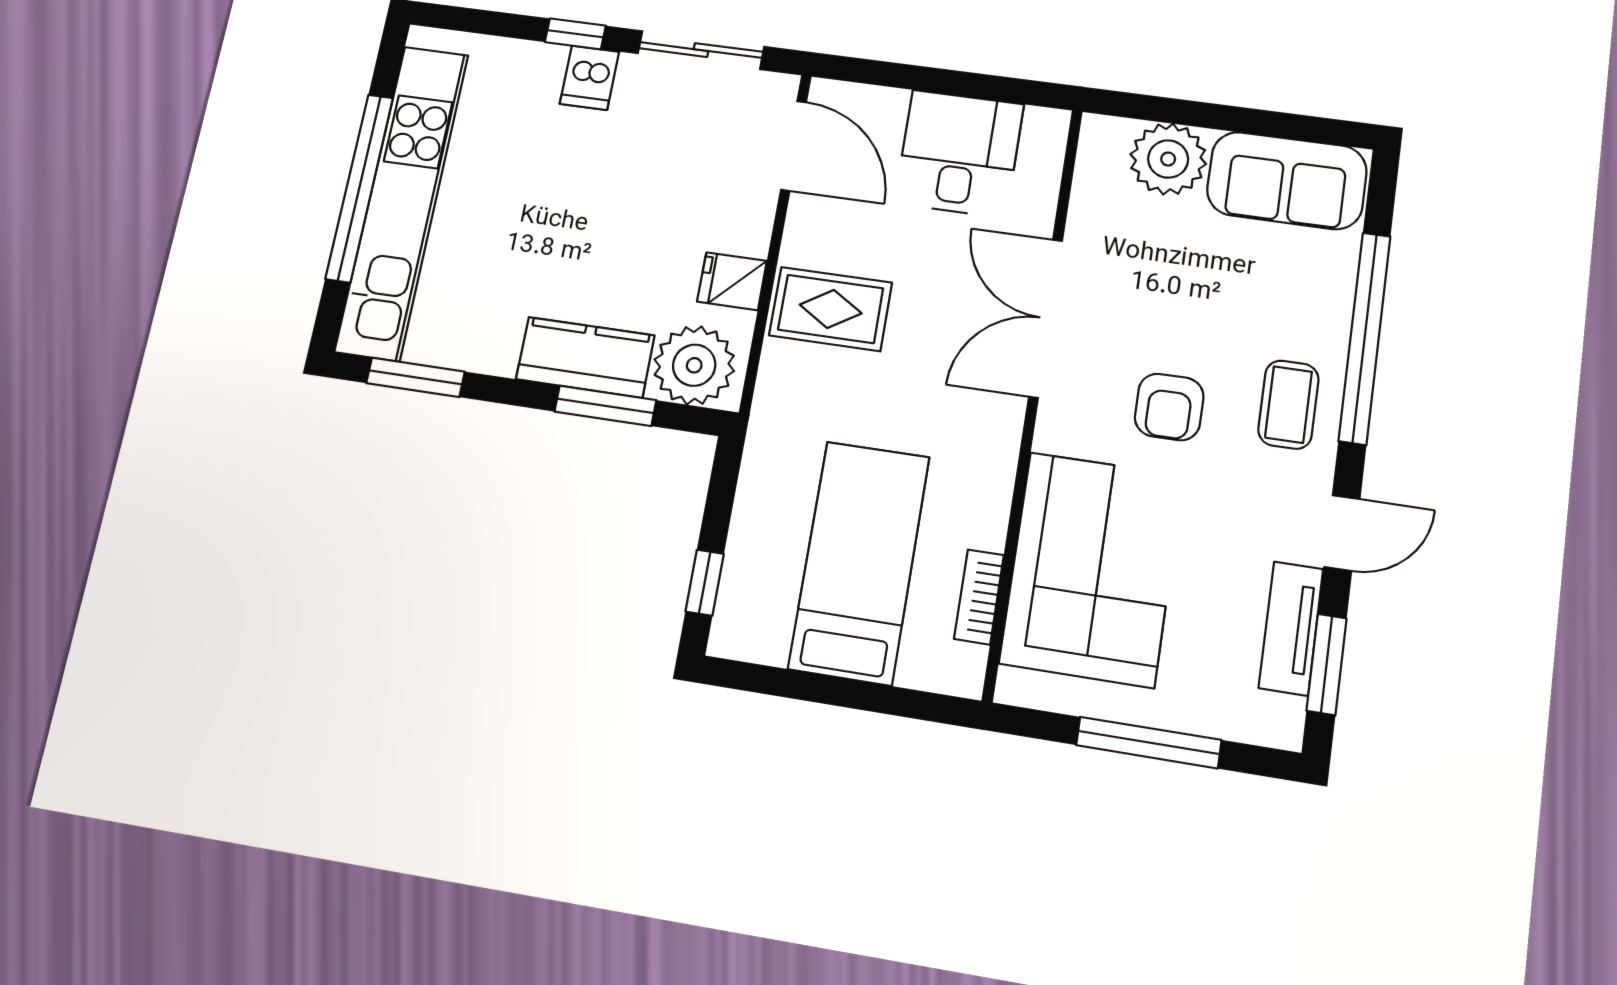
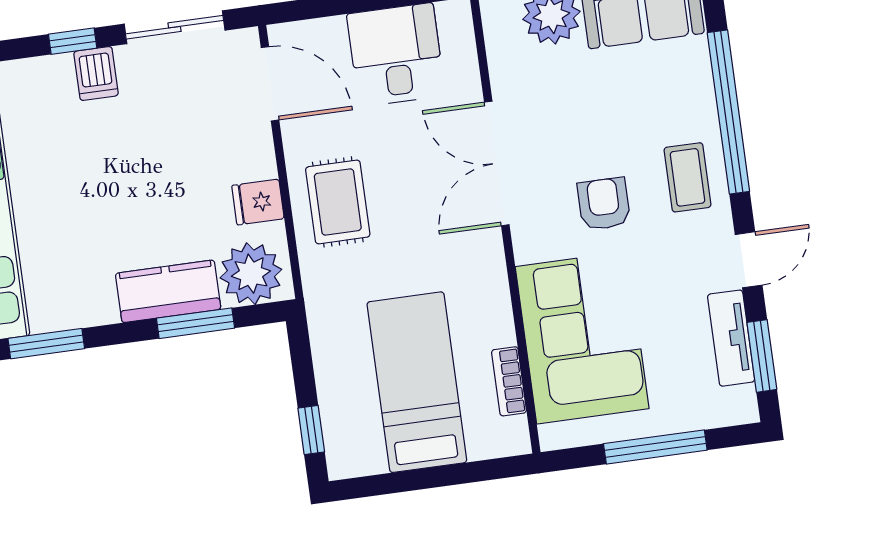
rug: (831, 309) -> (338, 202), turned 90
armchair: (1169, 407) -> (604, 204), turned 180

